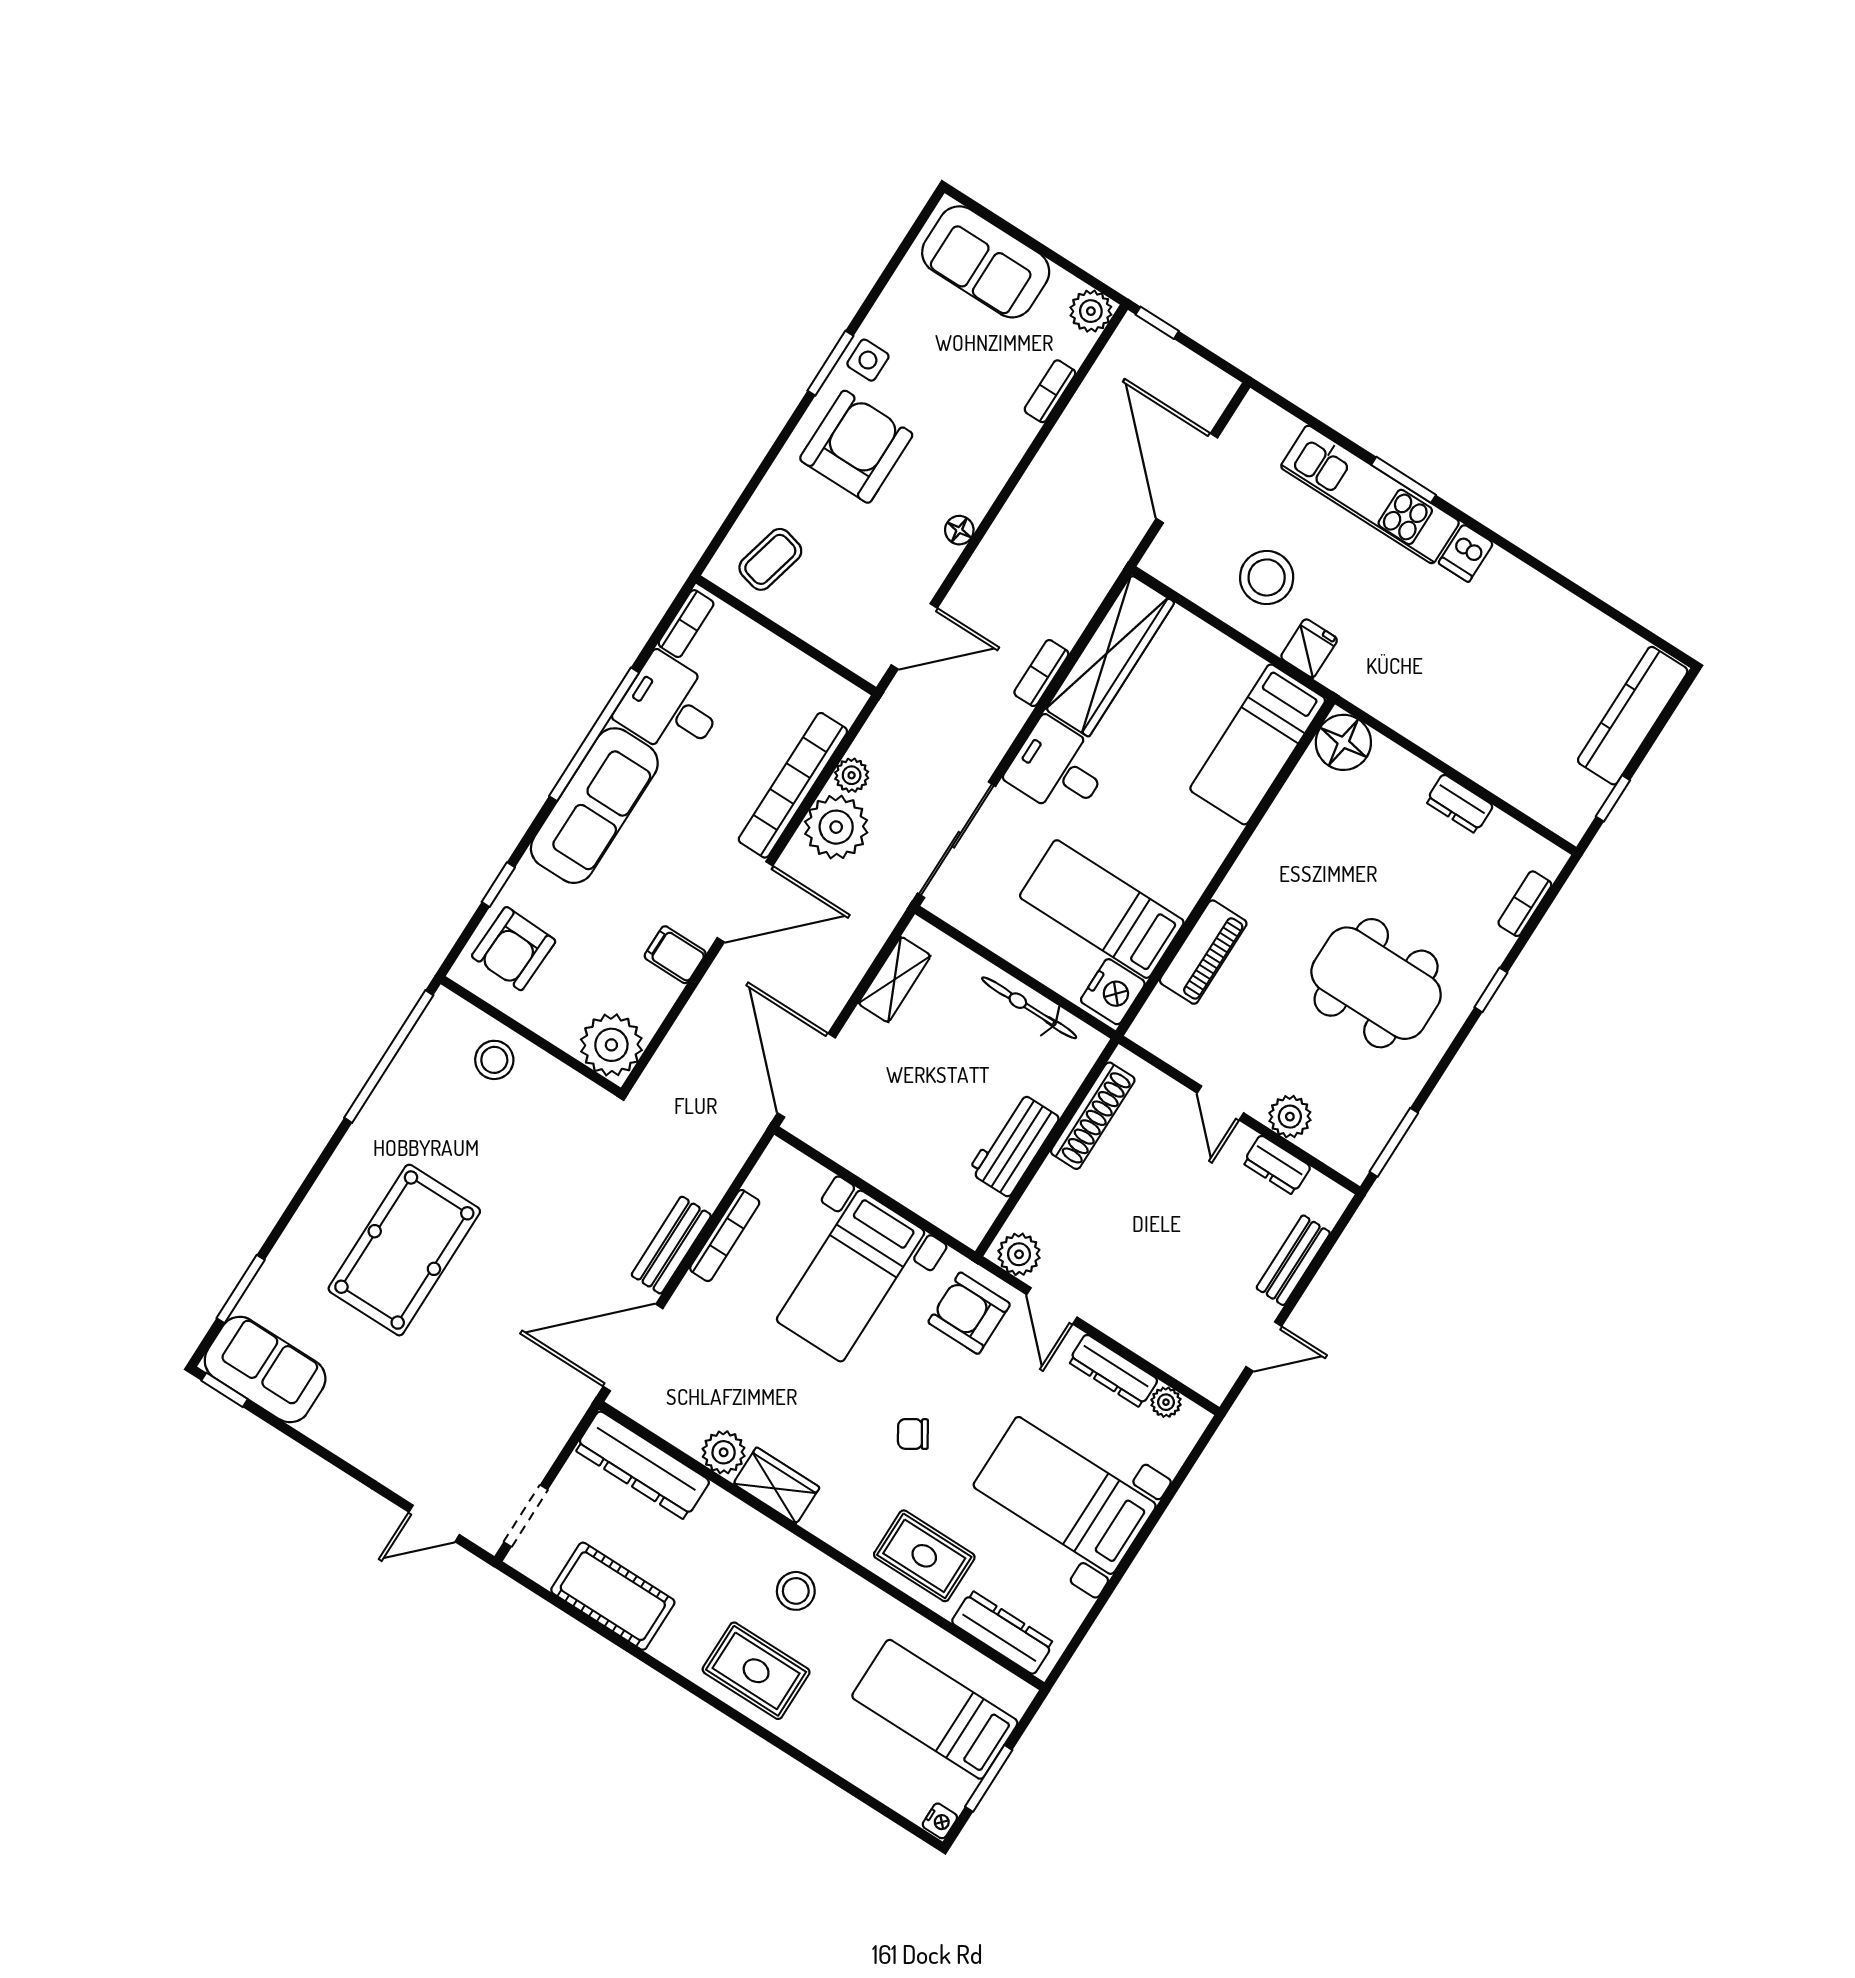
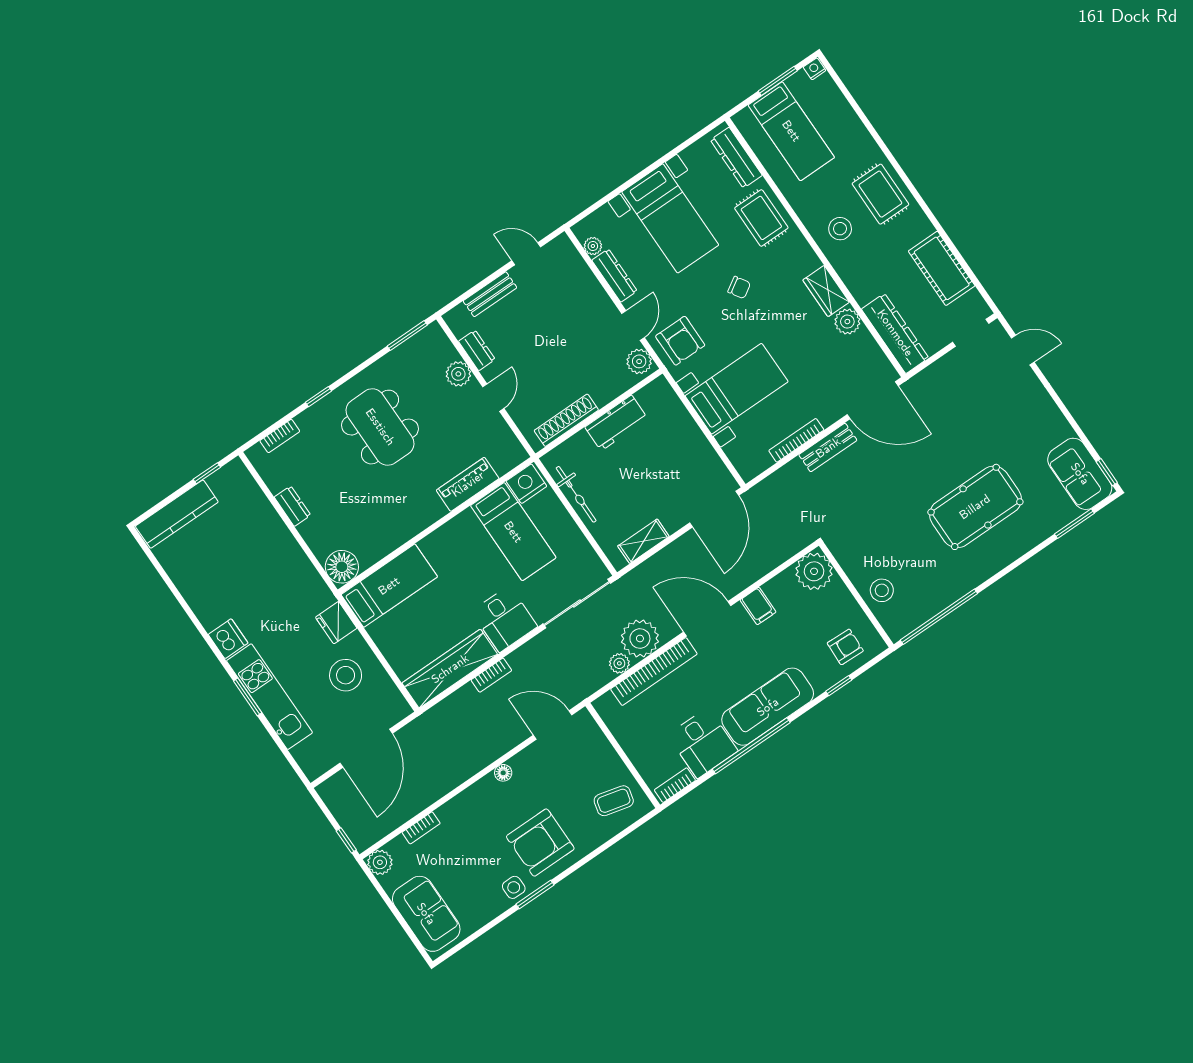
dishwasher: (1466, 553) -> (228, 639), width x1.38
fridge: (1309, 648) -> (336, 623), width x1.38
armchair: (514, 949) -> (845, 647), width x0.72, depth x0.72

